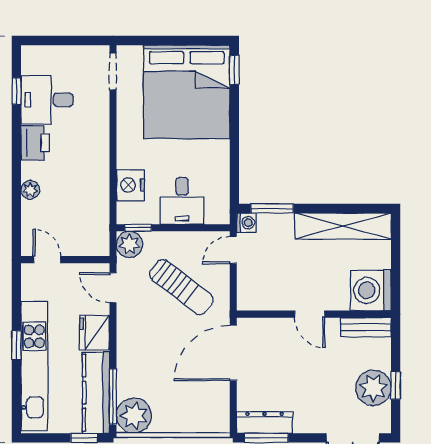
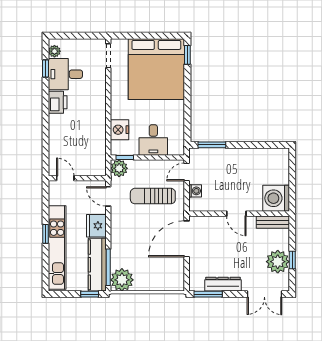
plant: (30, 190) -> (54, 51), moved
washing machine: (246, 223) -> (195, 191), moved
shelving: (343, 226) -> (258, 156), removed
sun lounger: (181, 287) -> (153, 196), turned 142
dresser: (265, 422) -> (223, 284), moved

